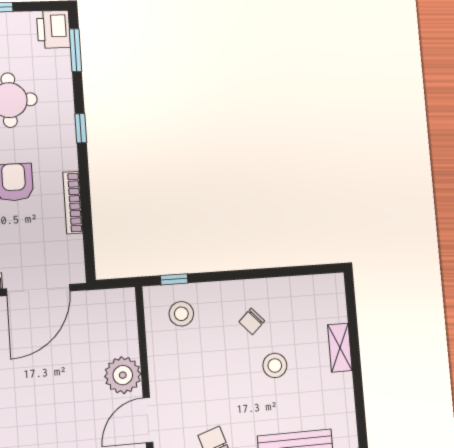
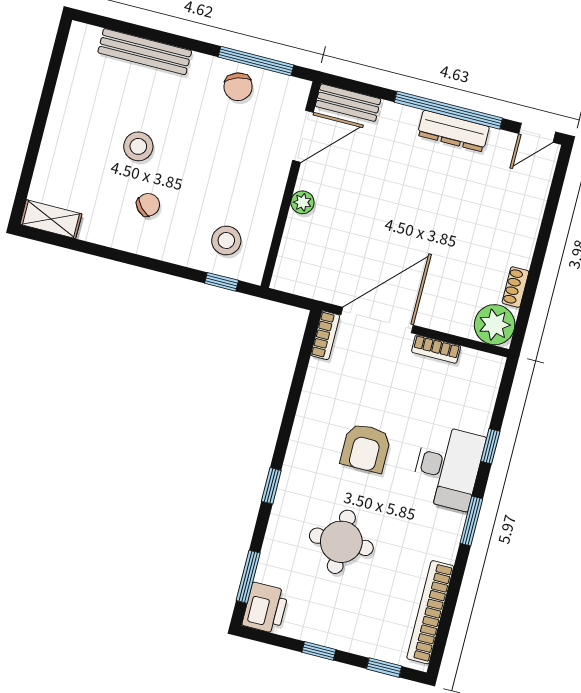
bookcase: (73, 203) -> (325, 335), moved, width x0.64
shelving: (340, 348) -> (51, 219), moved, turned 90
plant: (123, 375) -> (302, 202), width x0.53, depth x0.53

